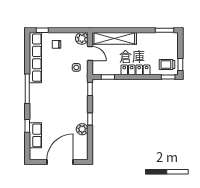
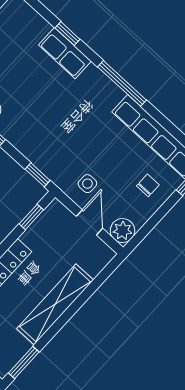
shelving: (114, 38) -> (55, 304), moved
door: (90, 54) -> (89, 222), swing flipped
row of seats: (35, 135) -> (65, 53), moved

